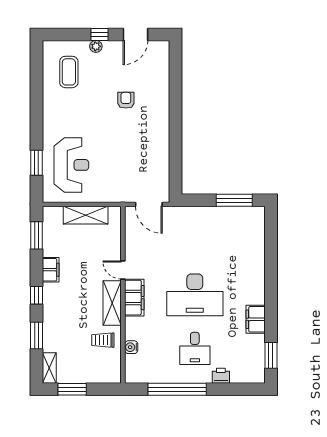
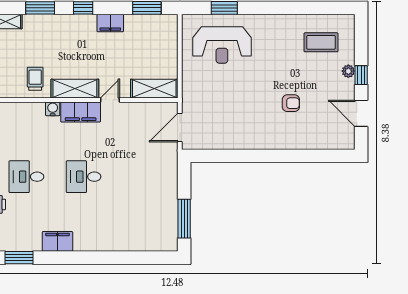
shelving: (86, 215) -> (154, 89), moved, turned 90
desk: (195, 295) -> (84, 177), width x0.53, depth x0.77
water cooler: (131, 347) -> (53, 109), moved

